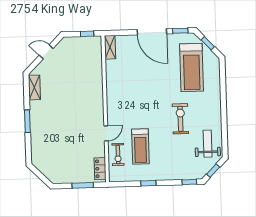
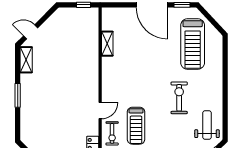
window: (208, 43) -> (210, 19), removed
shelving: (110, 47) -> (107, 44), moved
door: (46, 52) -> (31, 32), moved

